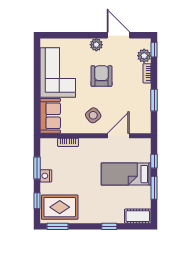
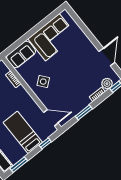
plant: (96, 45) -> (90, 48), removed
armchair: (101, 76) -> (72, 67), removed
door: (118, 136) -> (51, 118), moved
window: (154, 188) -> (19, 165), moved

